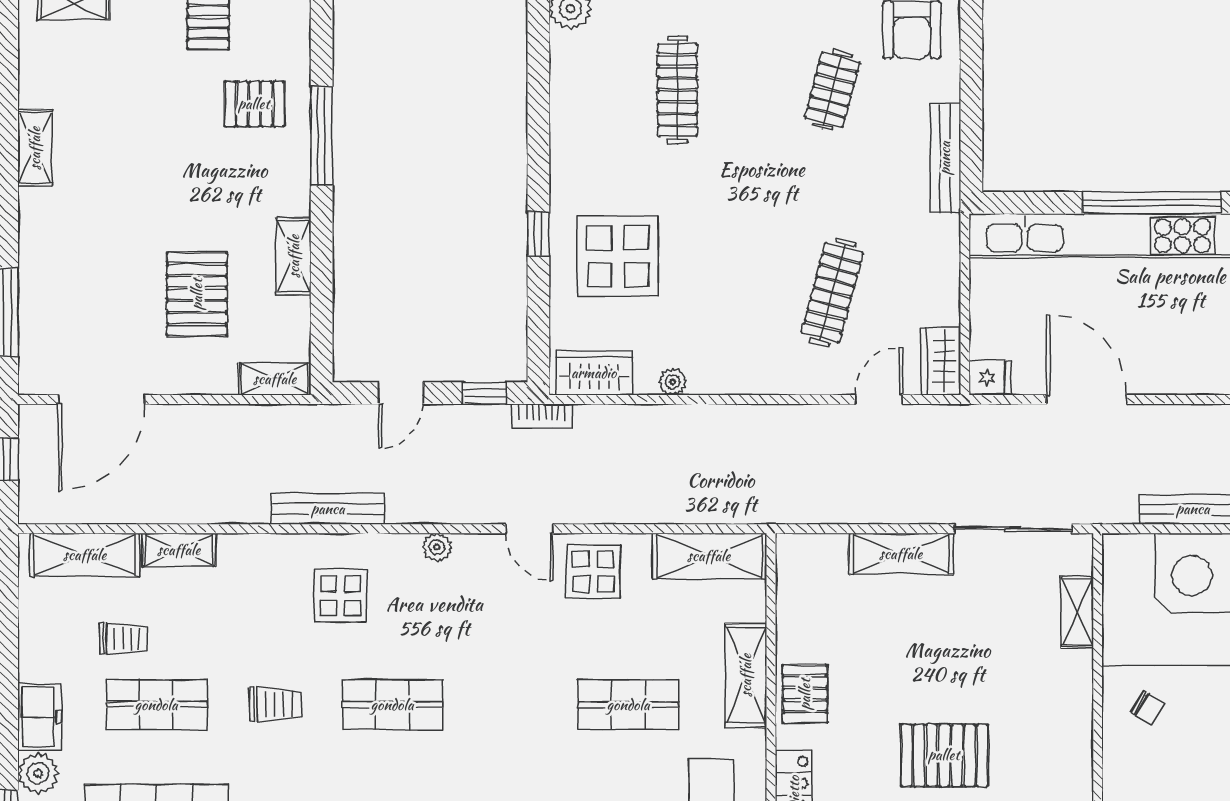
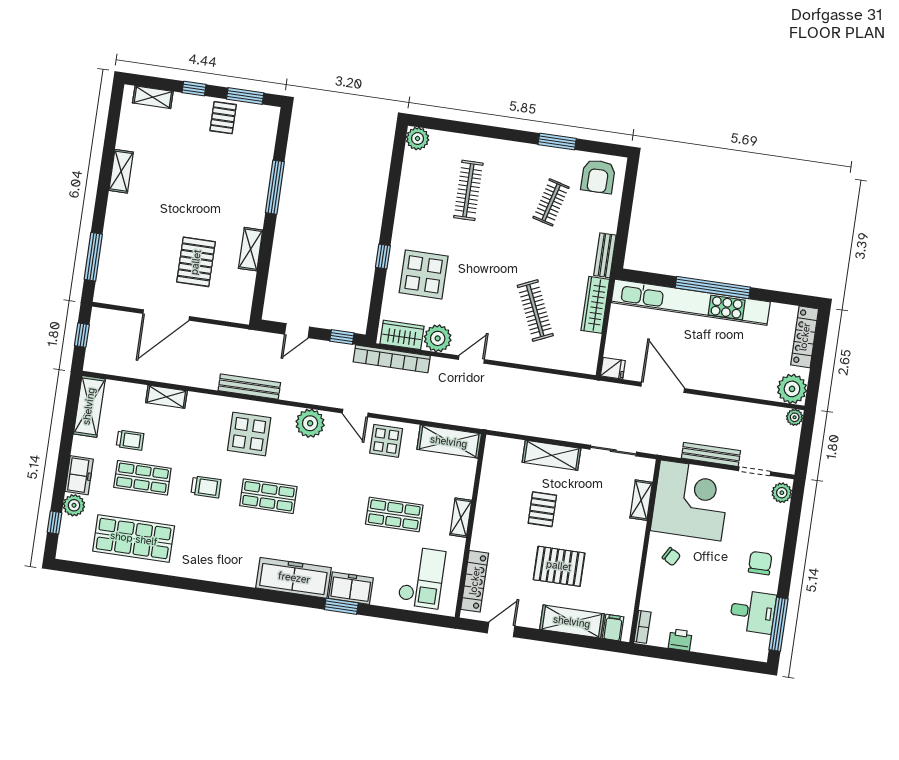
pallet: (254, 104) -> (242, 165), removed
bench: (945, 158) -> (605, 255), width x0.73
clothes rail: (832, 293) -> (535, 311), turned -39
wardrobe: (941, 361) -> (595, 305), moved, width x1.50
shelving: (275, 379) -> (231, 313), removed
plant: (673, 382) -> (438, 338), width x1.87, depth x1.87
door: (102, 399) -> (166, 315), moved
door: (879, 399) -> (471, 359), moved
bookcase: (542, 416) -> (392, 359), width x2.31, depth x1.31
sliding door: (1013, 529) -> (613, 451), width x0.73
plant: (437, 547) -> (310, 423), width x1.88, depth x1.88
shelving: (85, 555) -> (89, 406), moved, turned 90
display table: (340, 596) -> (249, 434), width x1.36, depth x1.36
shelving: (746, 675) -> (461, 518), width x0.67, depth x0.75
pallet: (805, 694) -> (542, 509), moved

